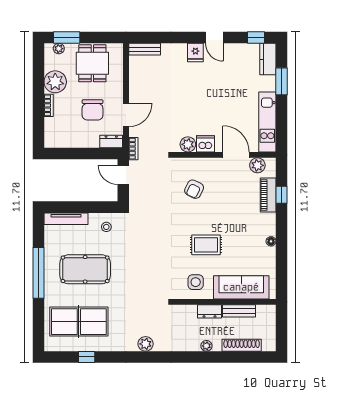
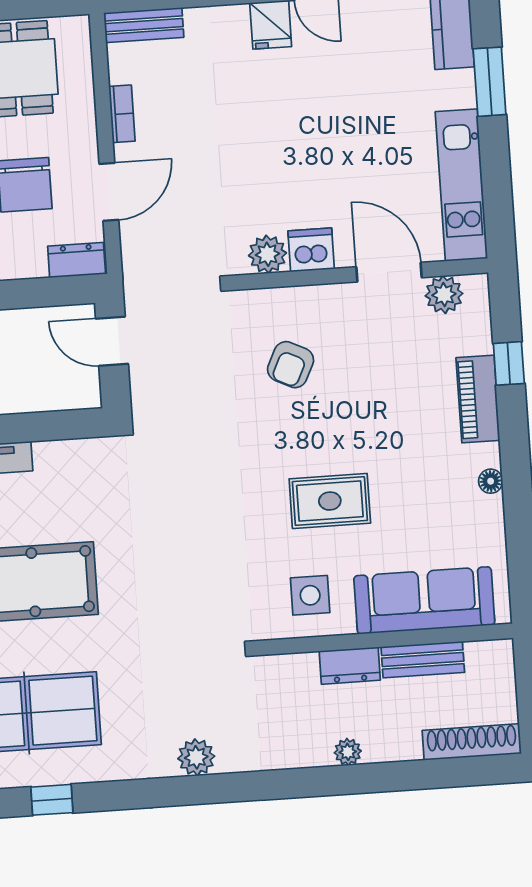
bookcase: (133, 149) -> (122, 114), moved
piano: (268, 195) -> (478, 399), moved
stool: (106, 227) -> (79, 473), removed
shoe rack: (242, 345) -> (472, 742), moved

